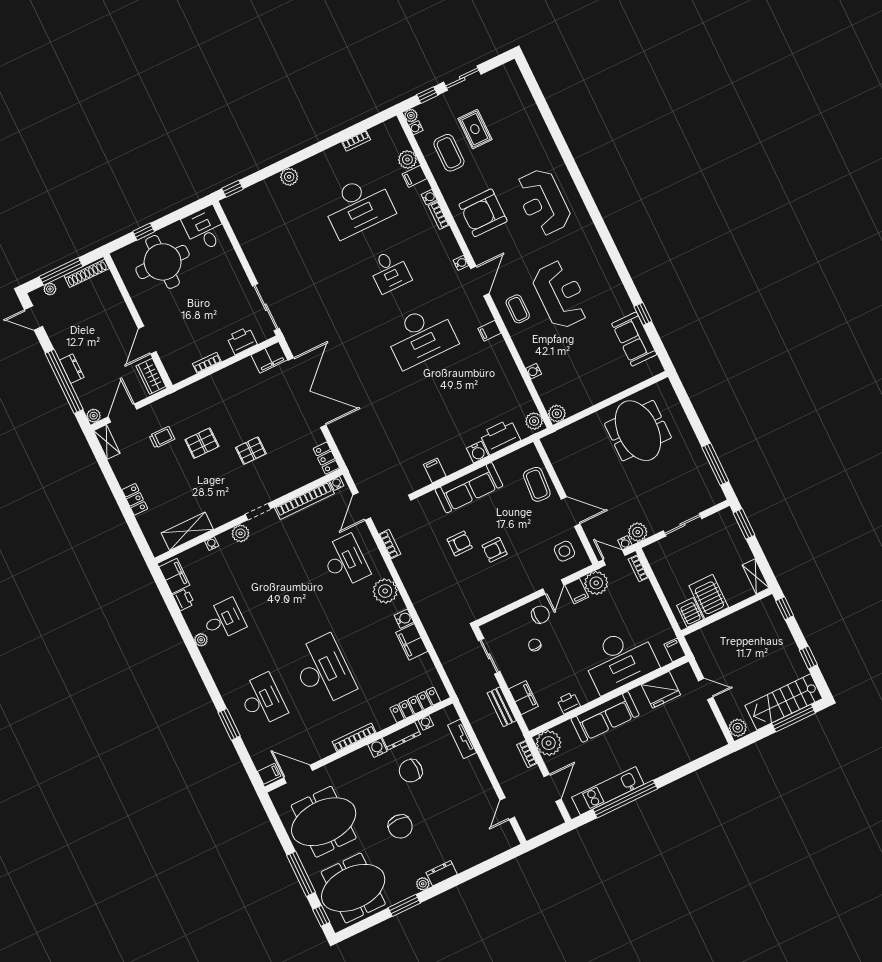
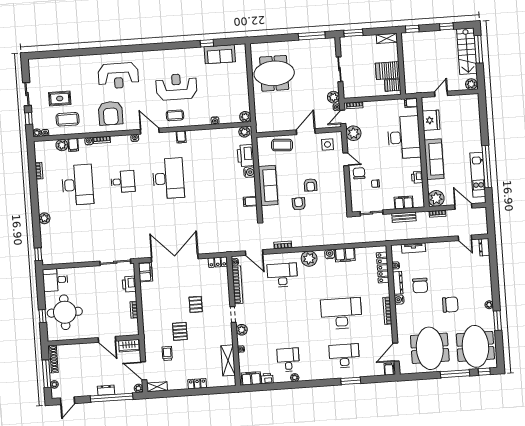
filing cabinet: (577, 591) -> (354, 146), removed
dresser: (442, 873) -> (484, 247), moved

